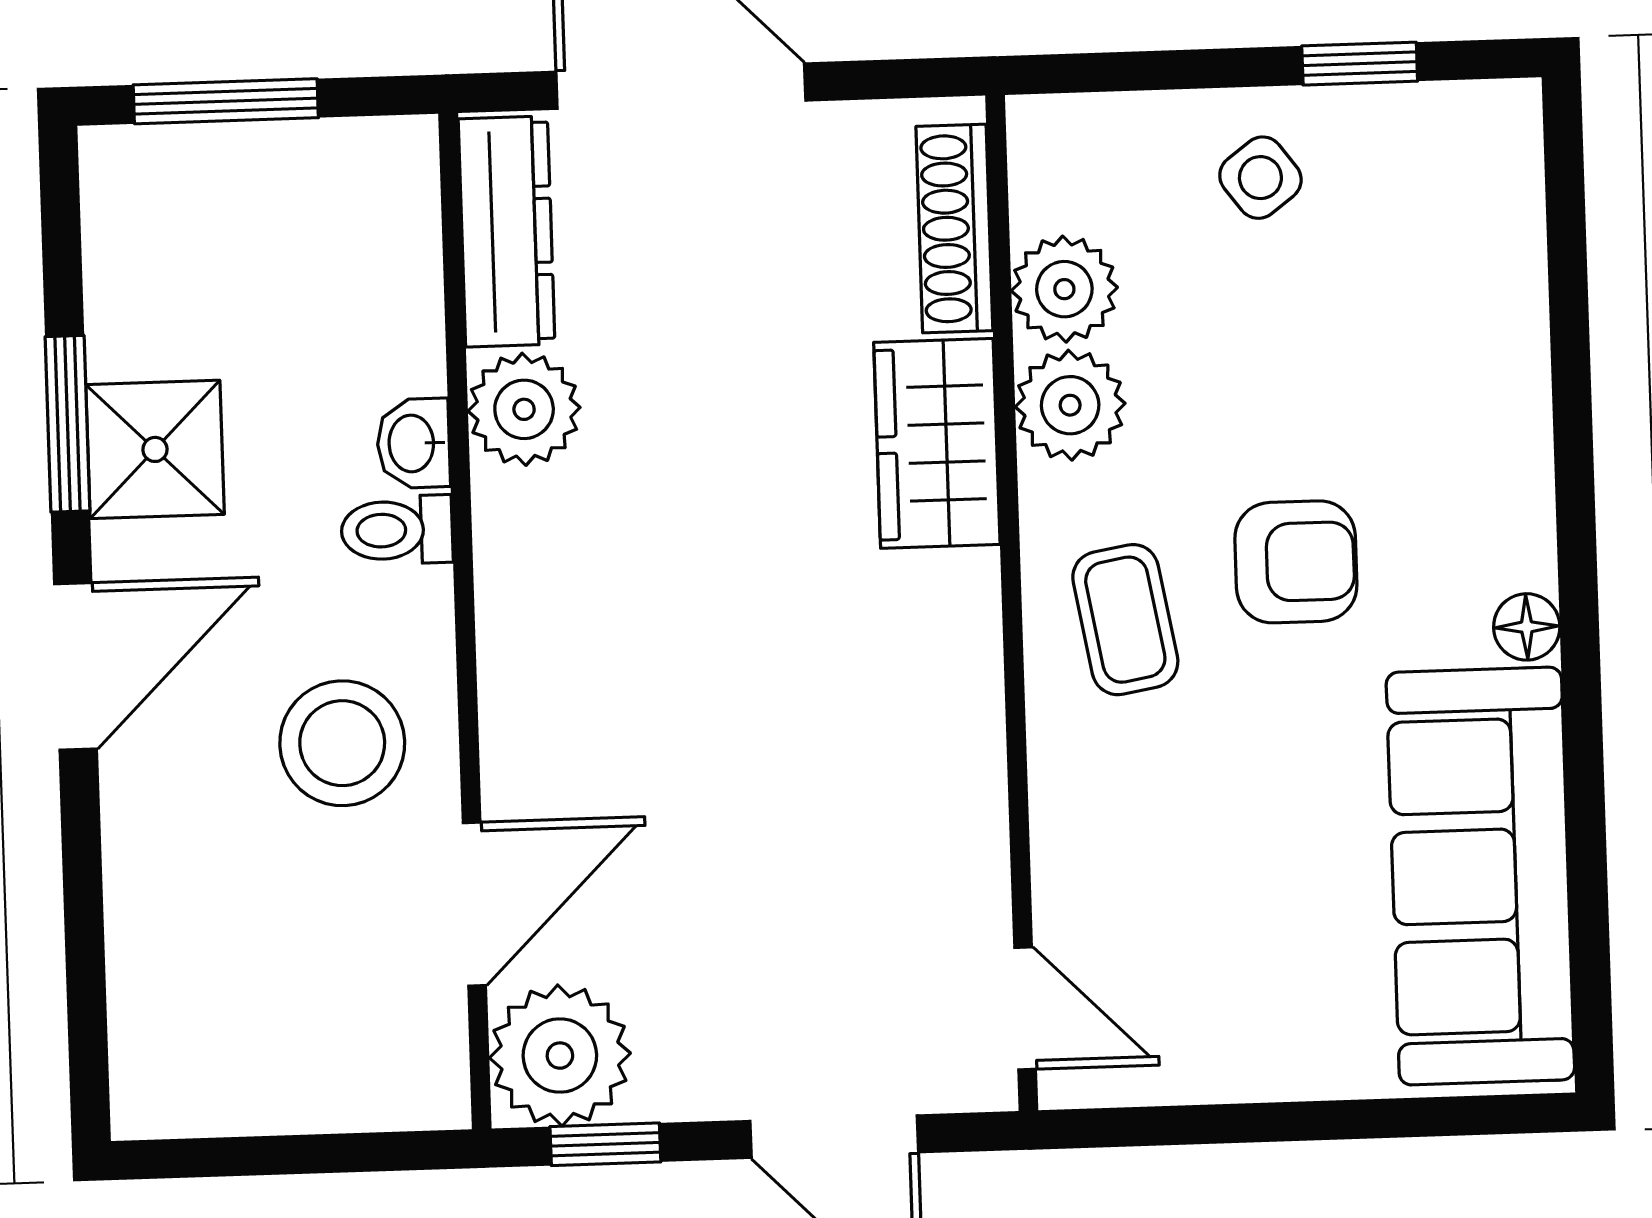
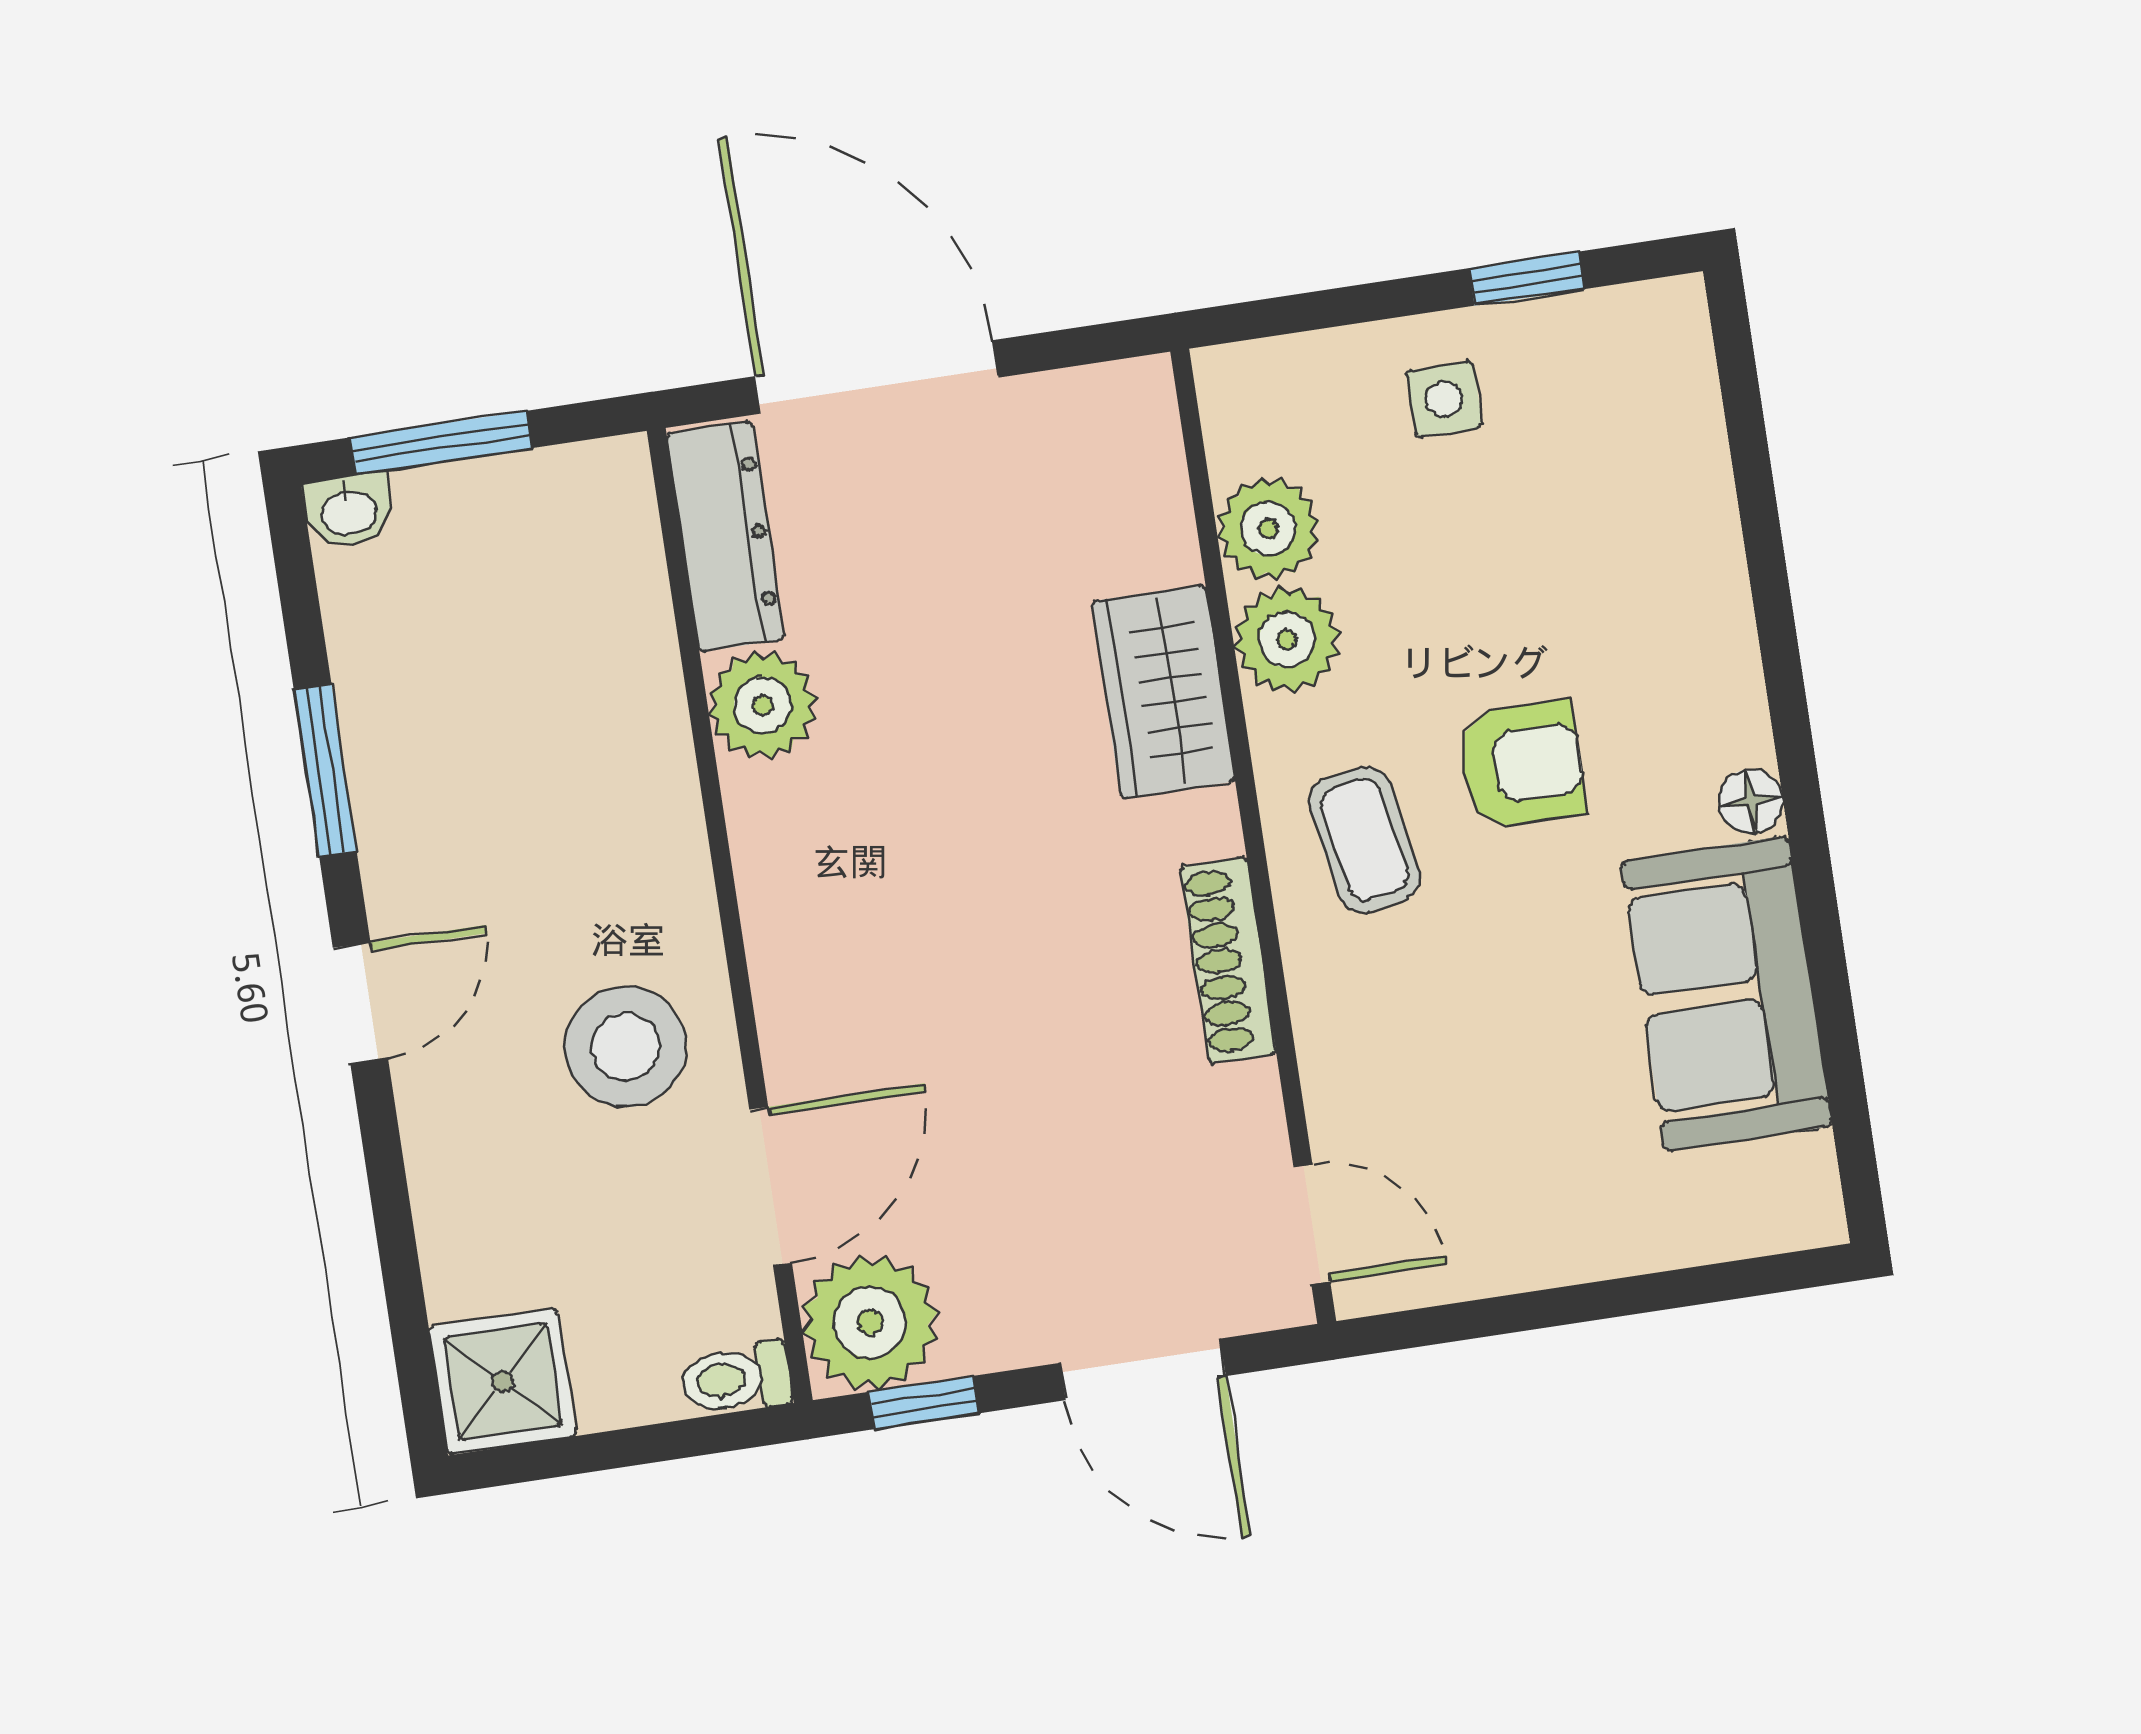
side table: (1260, 178) -> (1444, 399), turned 37
shoe rack: (954, 229) -> (1228, 960), moved
washbasin: (413, 443) -> (349, 511), moved, turned -90
shower: (155, 449) -> (502, 1381), moved
toilet: (397, 530) -> (736, 1379), moved
door: (76, 666) -> (360, 1003), width x0.73
sofa: (1480, 876) -> (1727, 994), width x0.73

